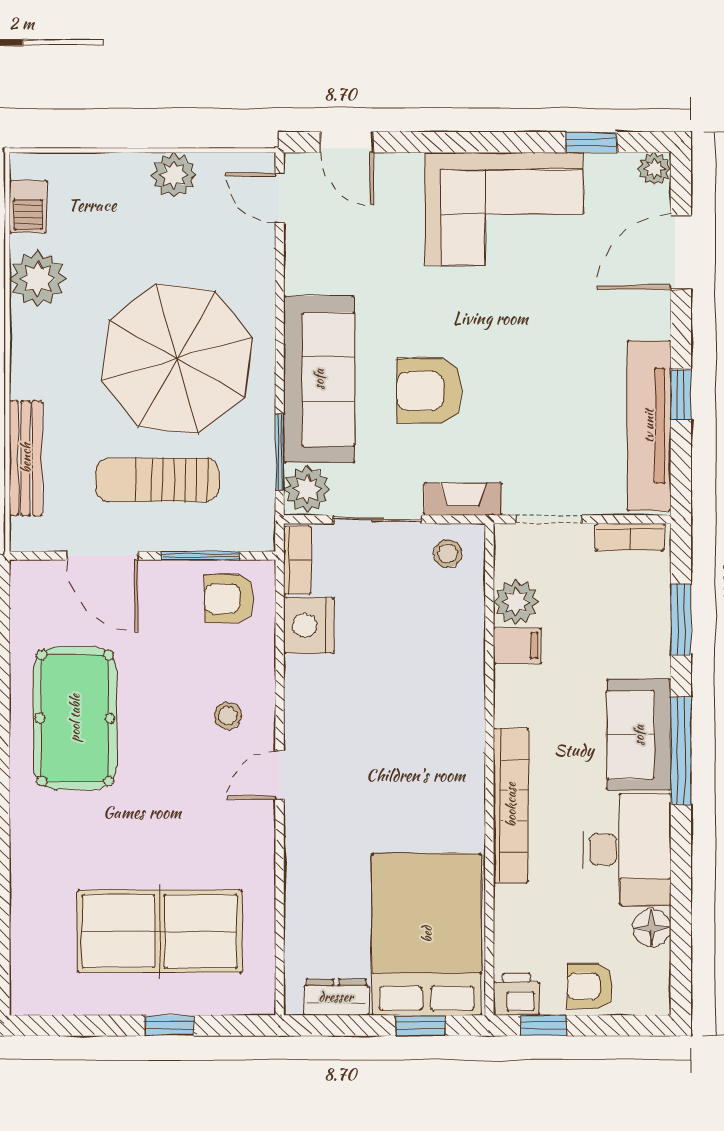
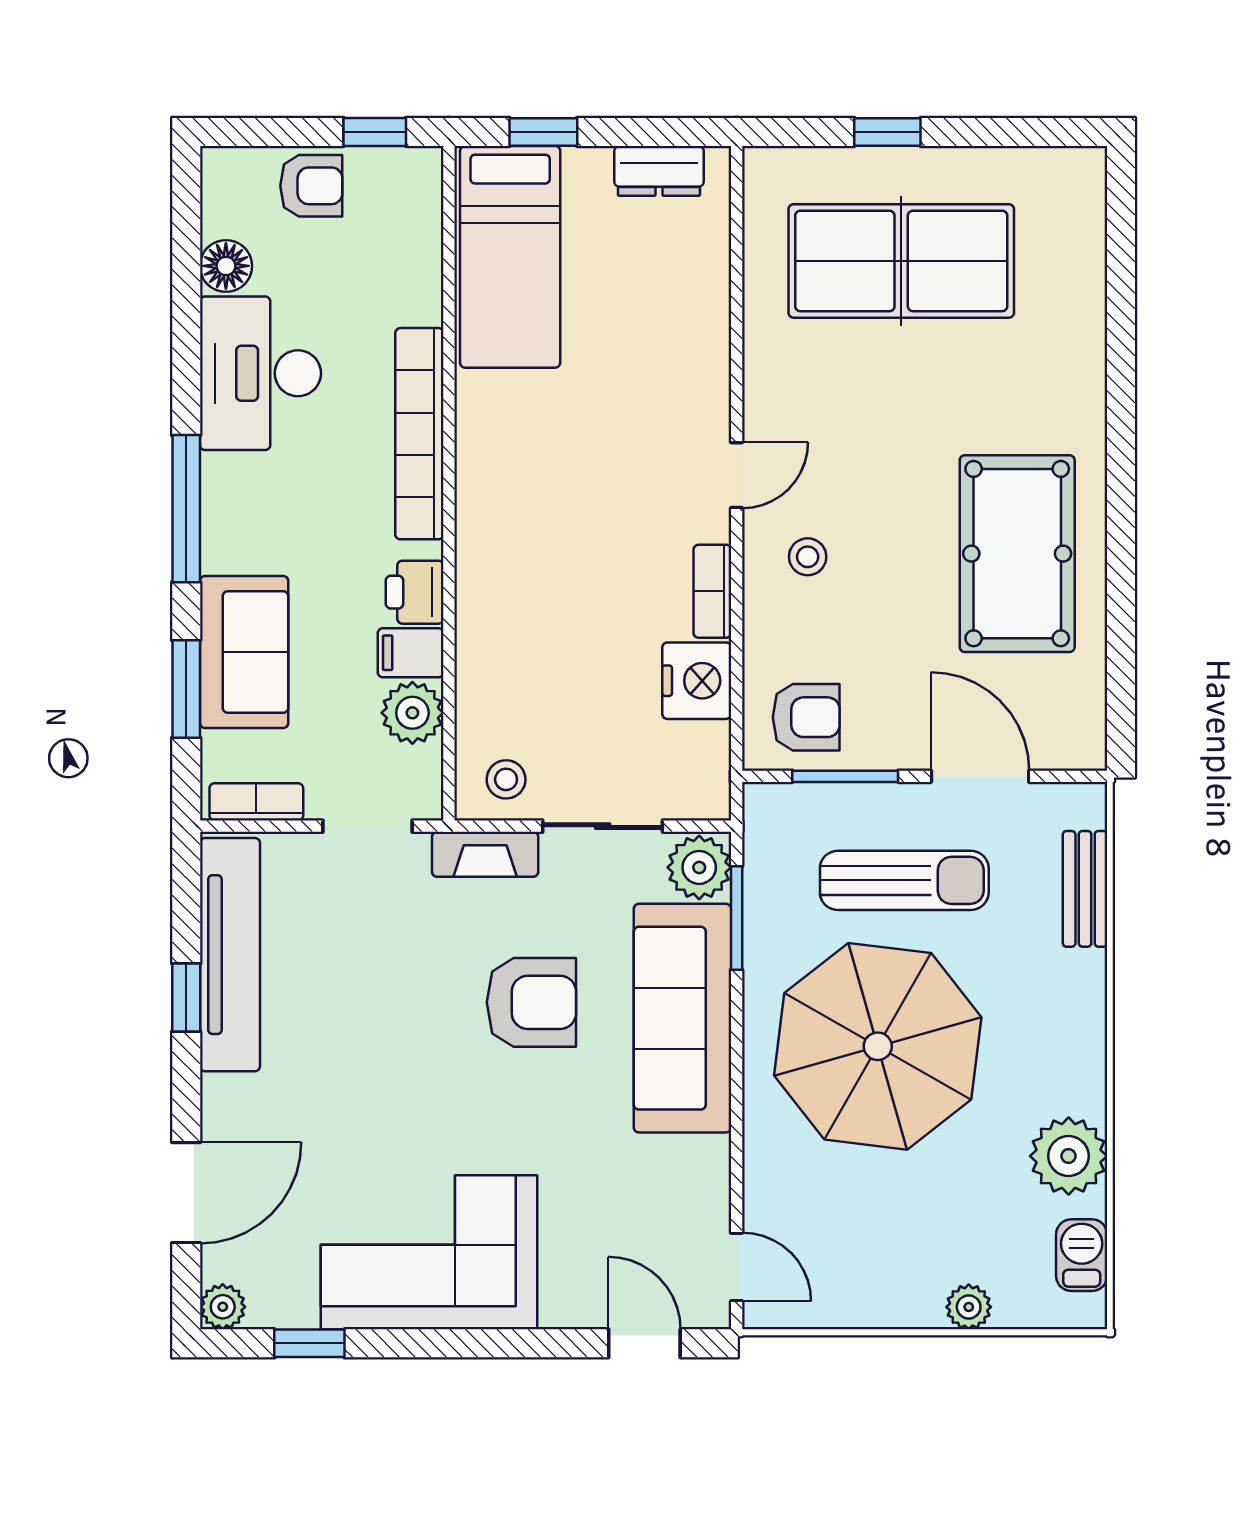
plant: (174, 175) -> (969, 1307), moved, width x0.73, depth x0.73
bench: (26, 458) -> (1085, 889), width x0.73
bookcase: (297, 560) -> (712, 591), moved
sofa: (639, 735) -> (244, 652), moved
bed: (427, 934) -> (510, 257), width x0.67
printer: (516, 994) -> (415, 592), moved, turned 90

